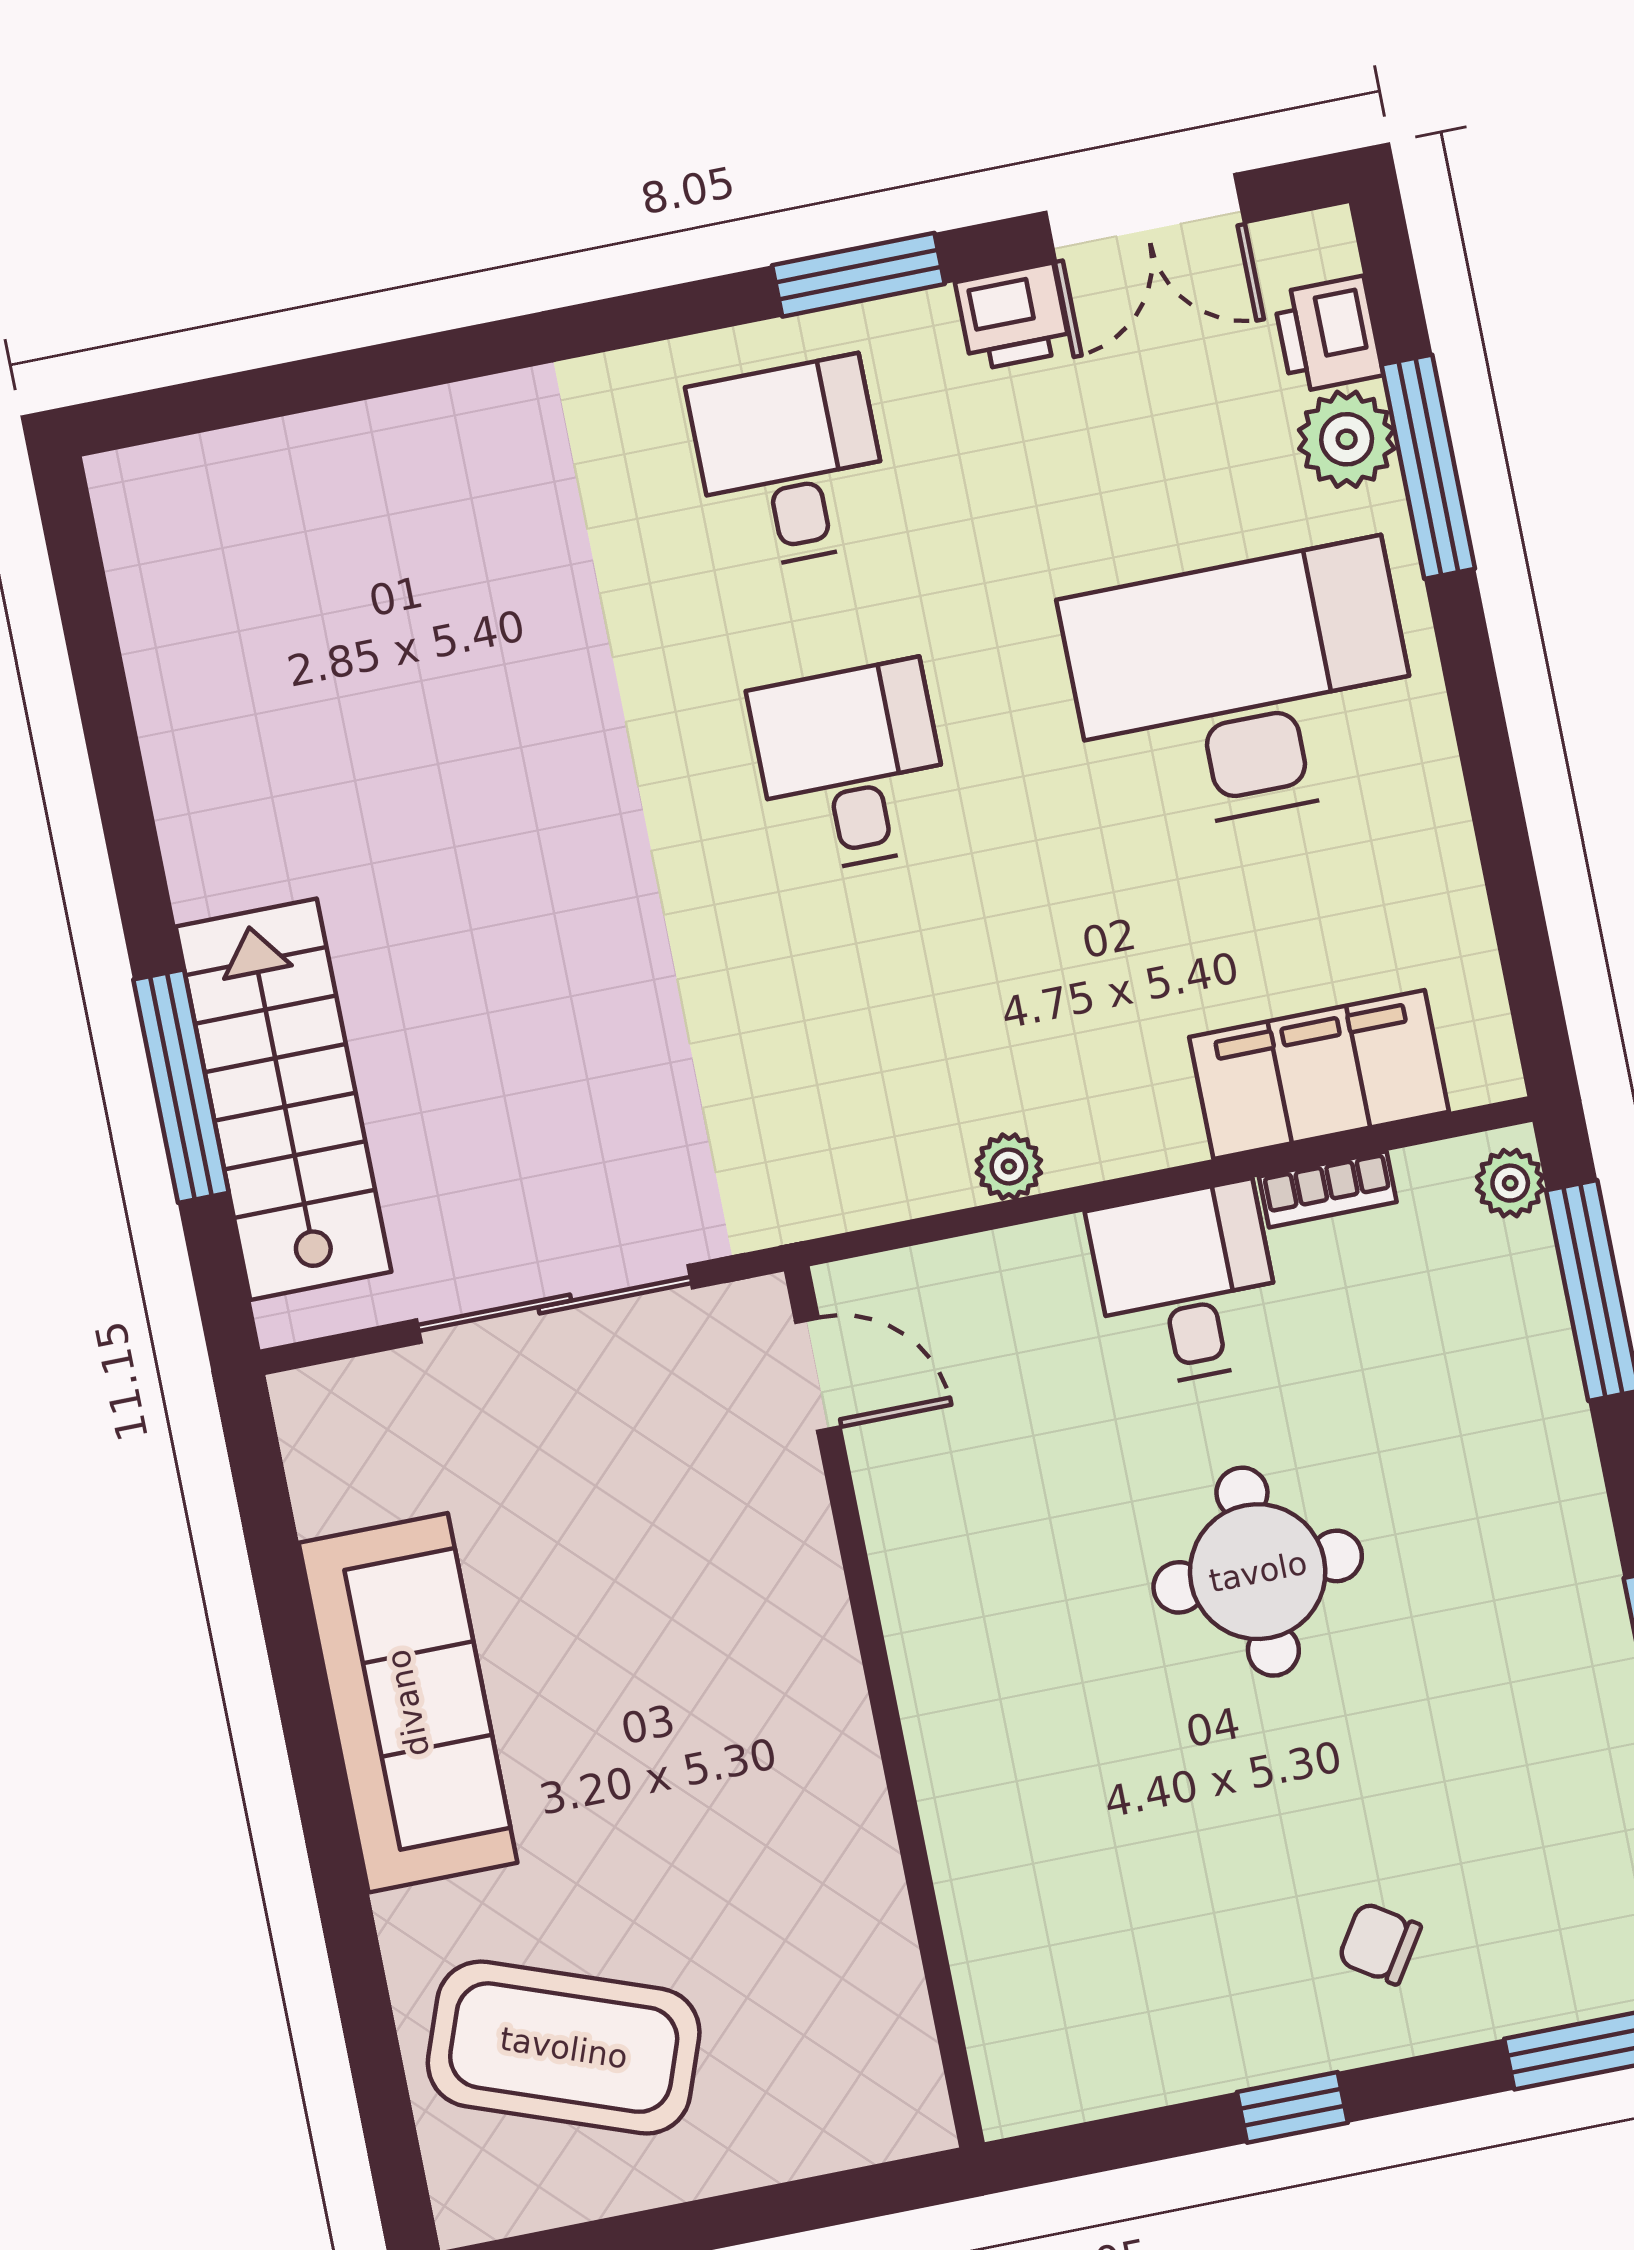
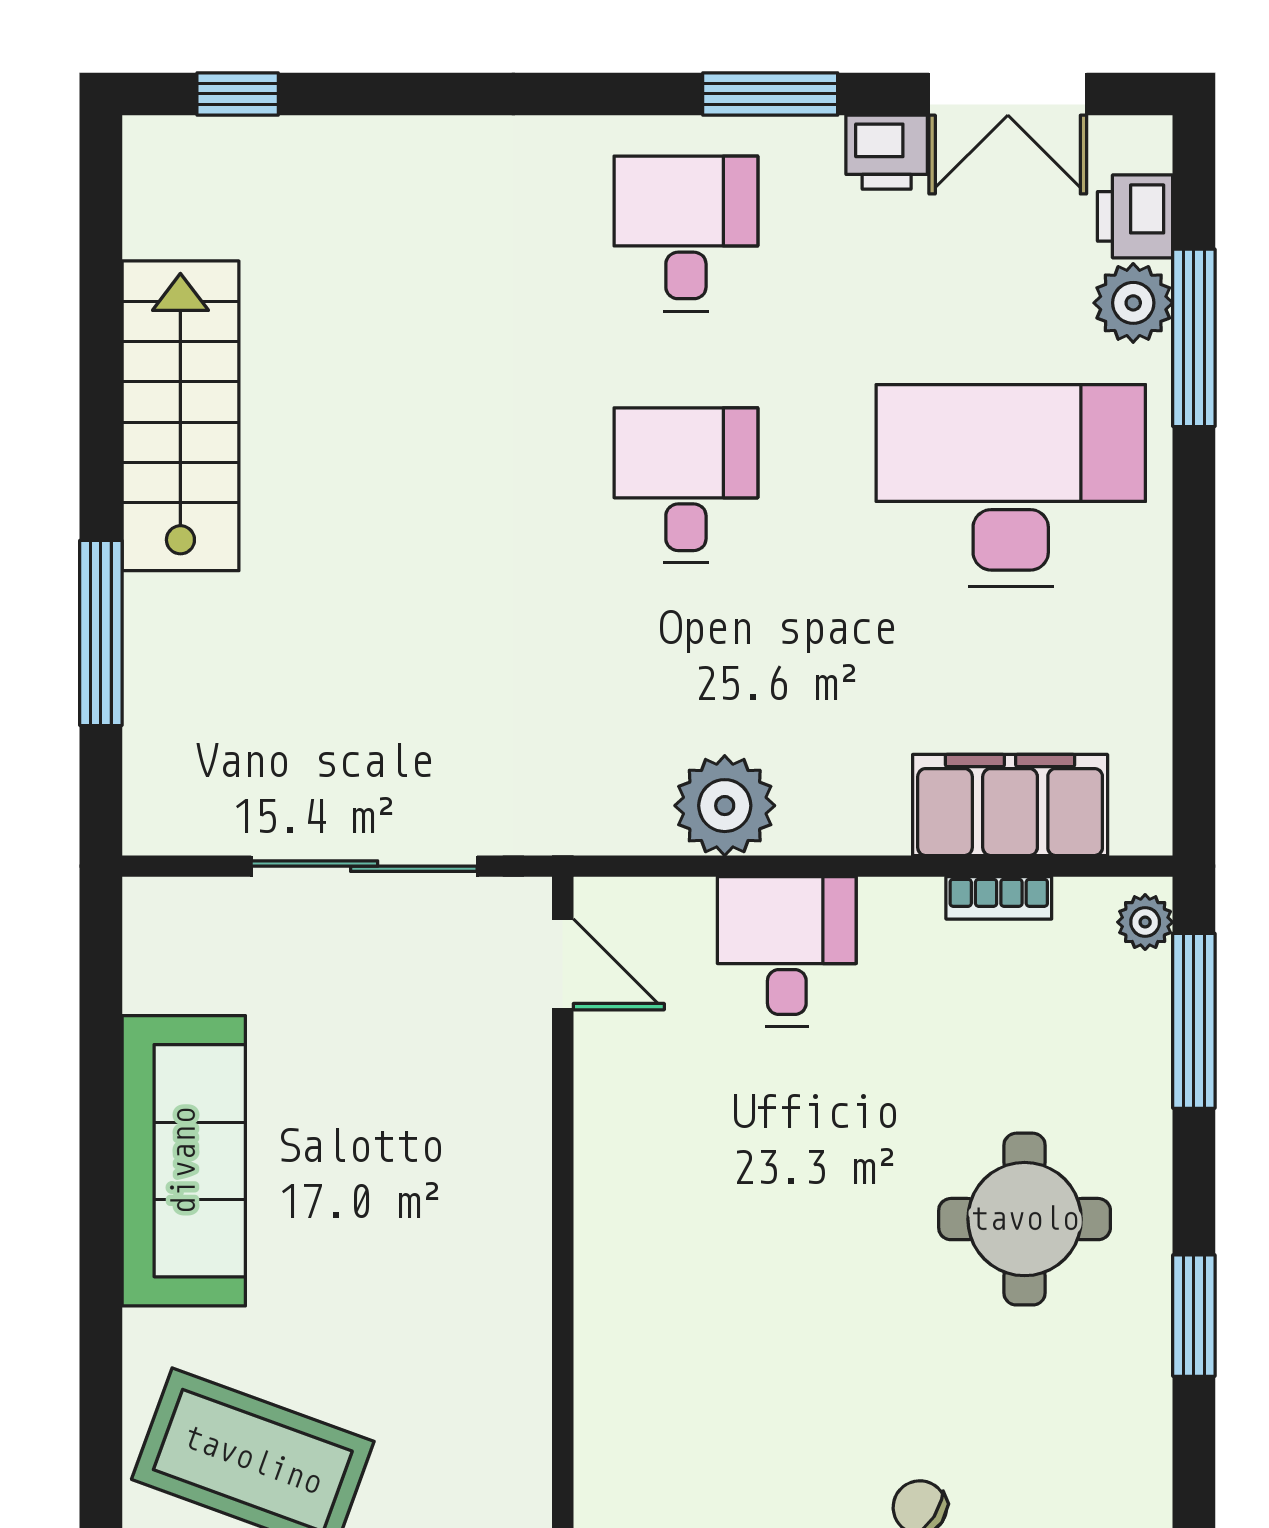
window: (216, 403) -> (238, 94), added
stairs: (283, 1099) -> (180, 416), moved
plant: (1009, 1166) -> (725, 806), width x1.87, depth x1.87
desk: (1186, 1285) -> (787, 952), moved
round table: (1258, 1572) -> (1025, 1219), moved

